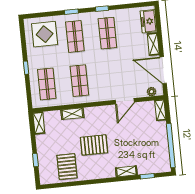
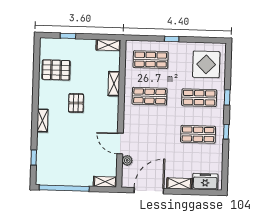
plant: (152, 92) -> (127, 160), moved
pallet: (94, 145) -> (76, 103), width x0.67, depth x0.71
shelving: (126, 171) -> (42, 120), moved

